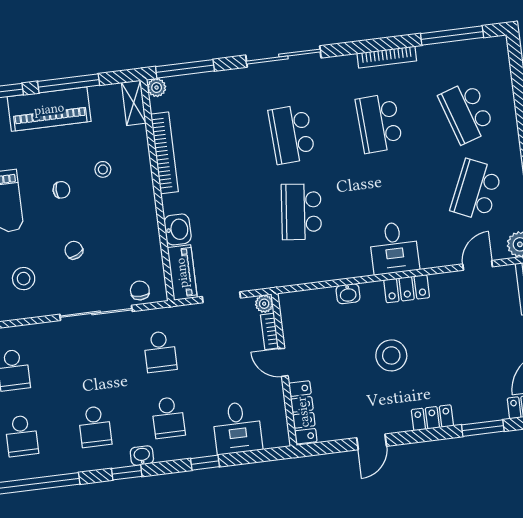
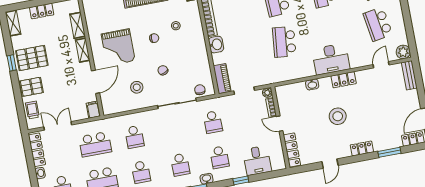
school desk: (476, 190) -> (378, 24), turned -33
washbasin: (178, 229) -> (216, 45), moved
desk: (394, 248) -> (331, 59), width x1.37

